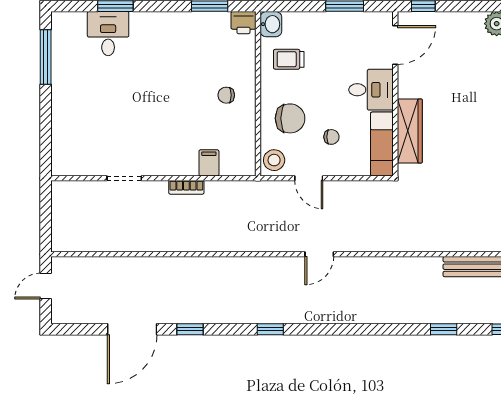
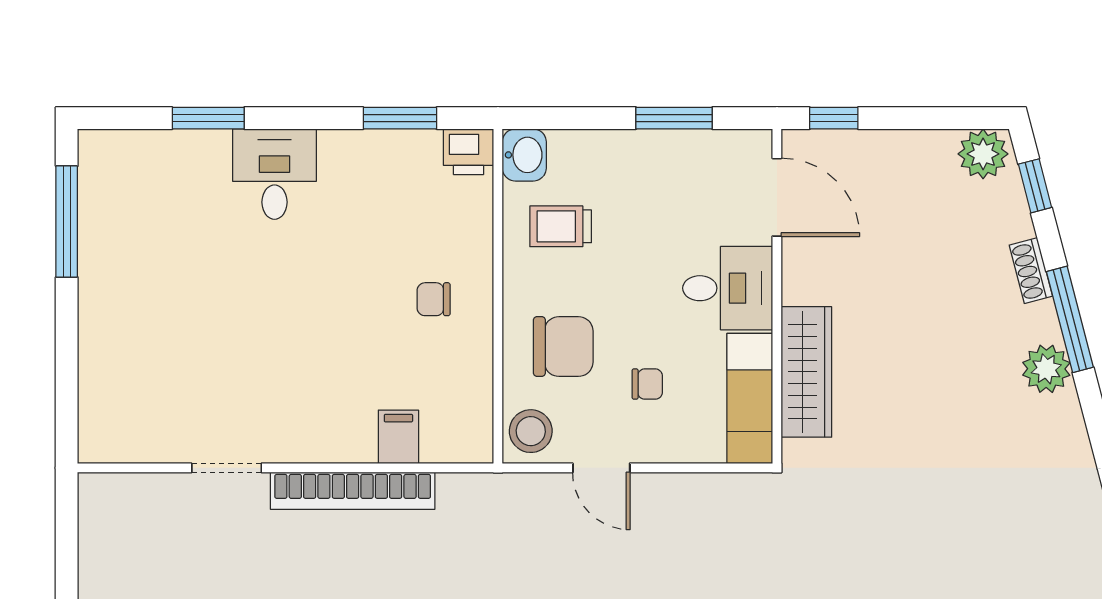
desk: (108, 34) -> (274, 174), moved
door: (395, 45) -> (777, 197), hinge flipped
bookcase: (186, 187) -> (353, 491), width x2.31, depth x1.31

